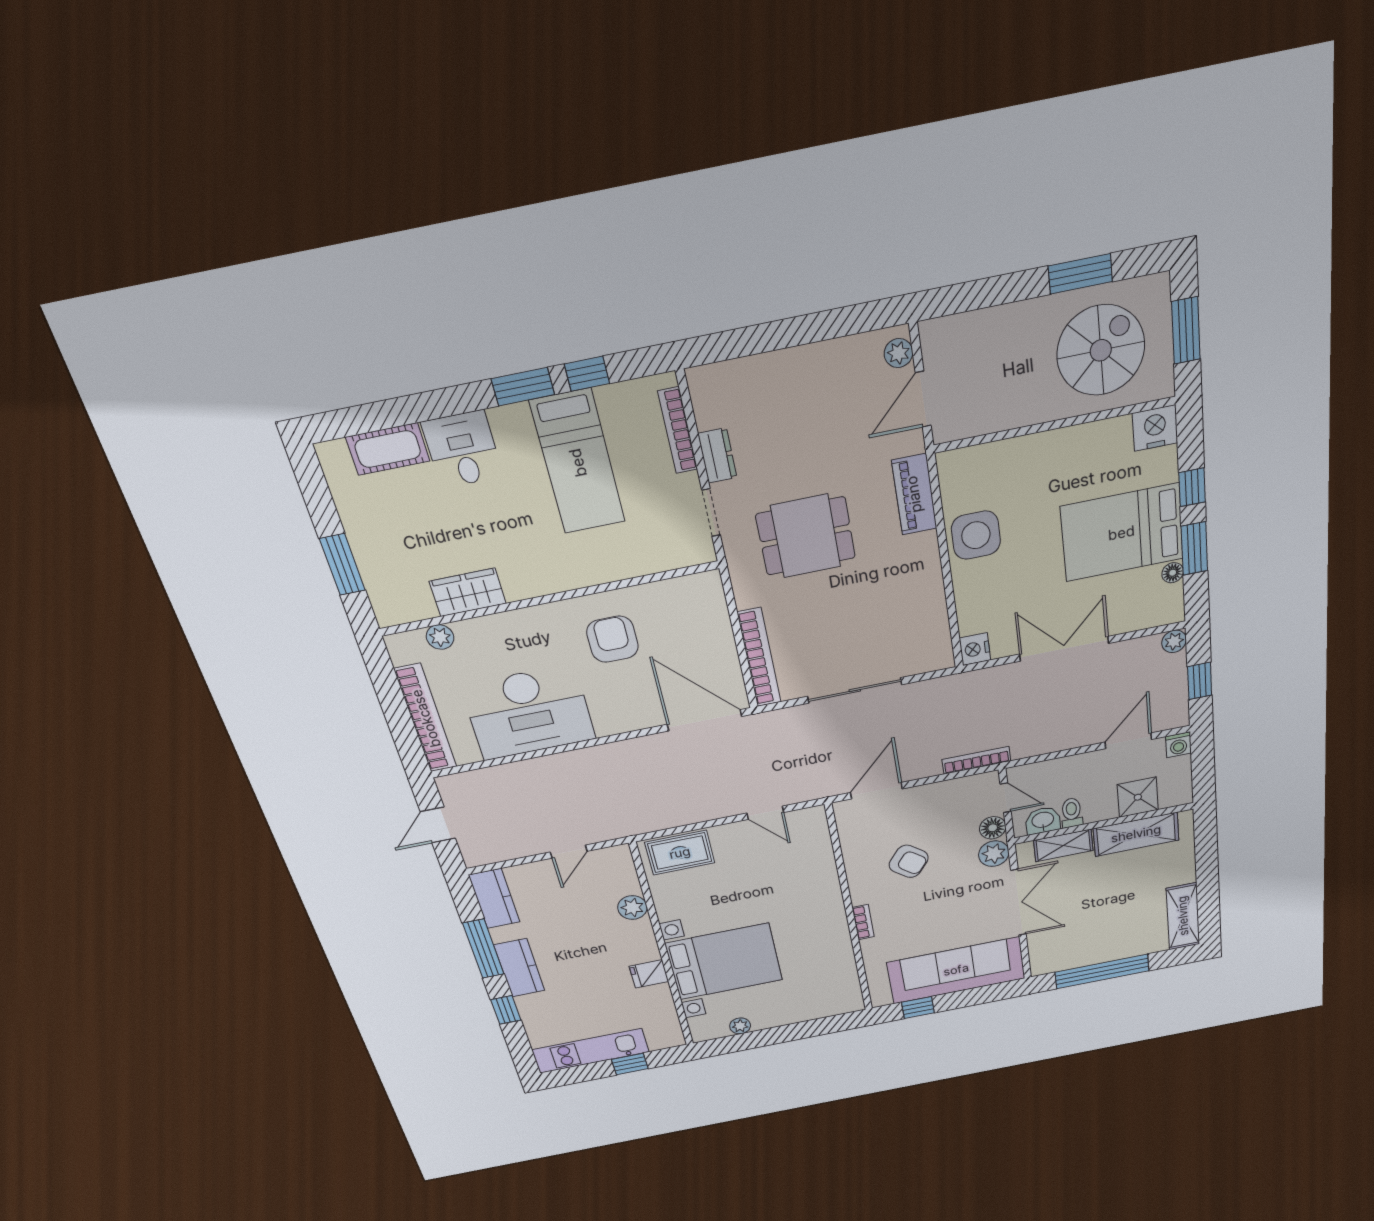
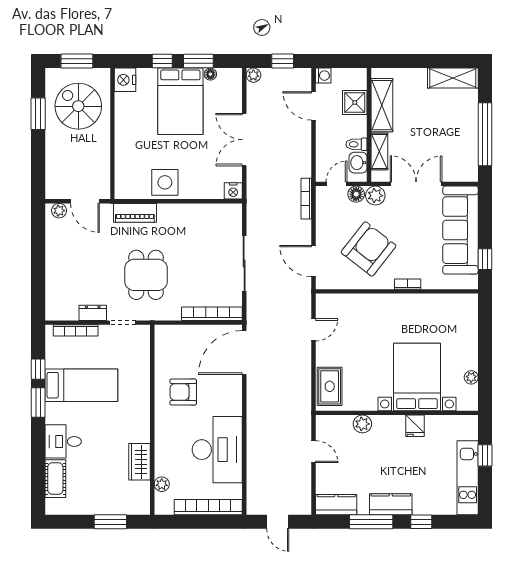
armchair: (909, 861) -> (369, 249), width x1.88, depth x1.88

